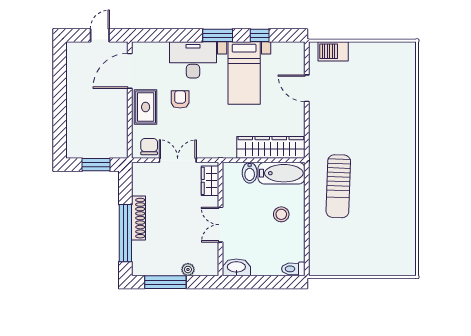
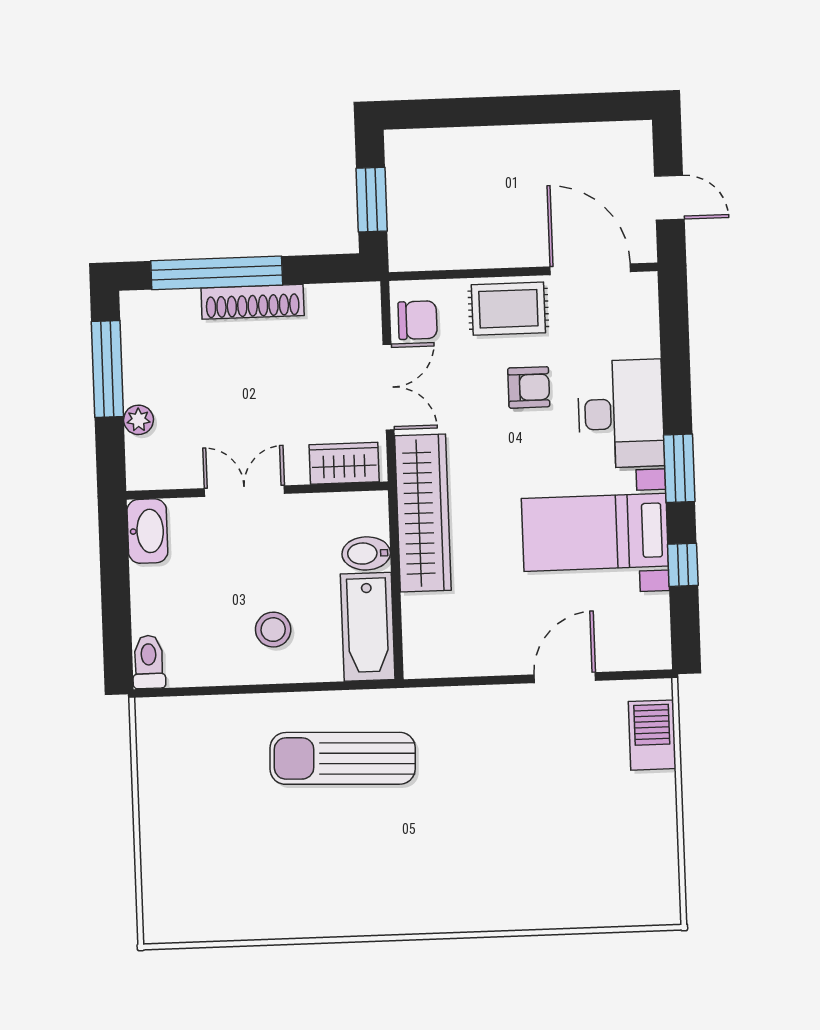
wardrobe: (271, 147) -> (423, 513), moved

